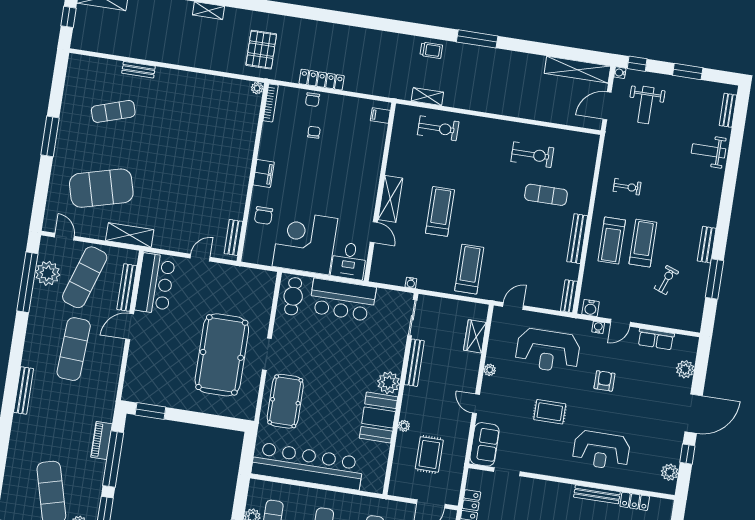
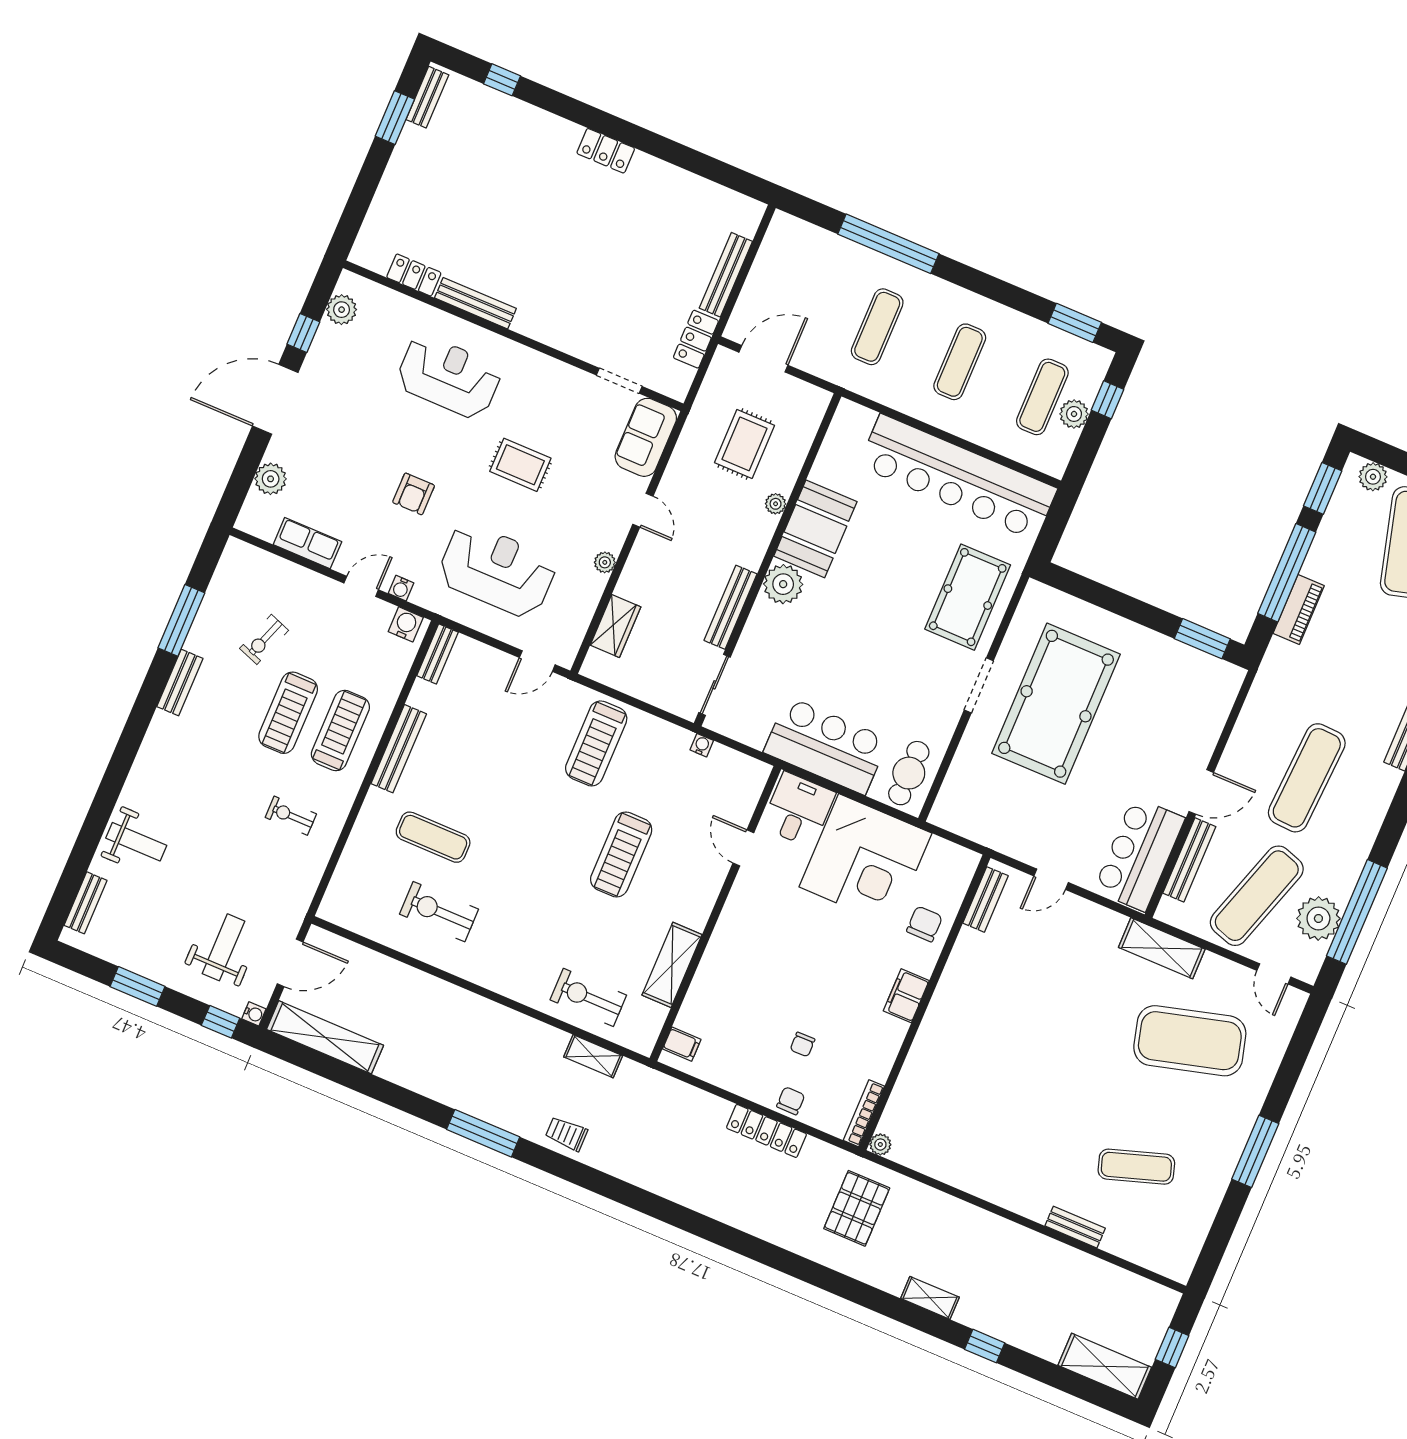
shelving: (390, 199) -> (672, 965), moved

